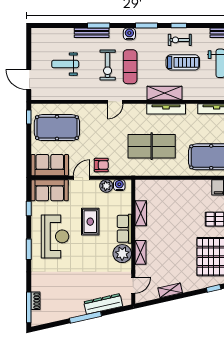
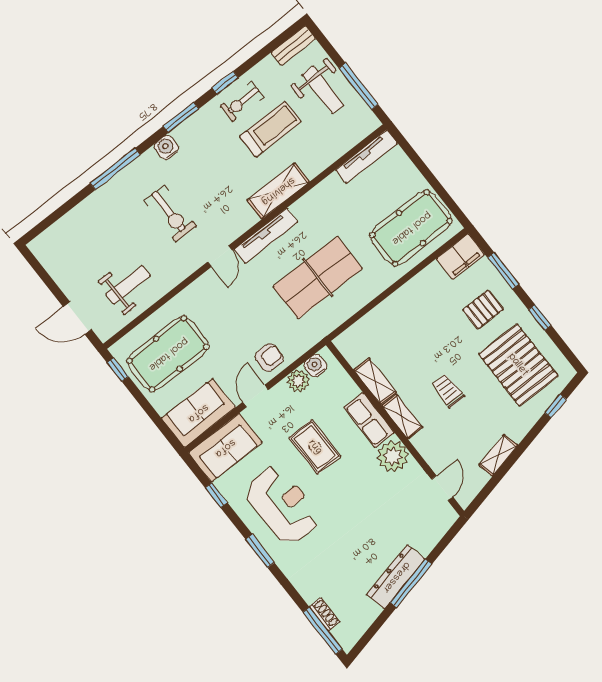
window: (99, 26) -> (115, 169), width x1.44
bench: (92, 33) -> (114, 186), removed
weight bench: (65, 64) -> (128, 285), moved, turned 180
exercise mat: (130, 67) -> (203, 192), removed
tv unit: (166, 109) -> (266, 236), moved
trolley: (170, 243) -> (448, 391), added
shelving: (140, 252) -> (402, 417), moved
dresser: (103, 304) -> (396, 577), moved

